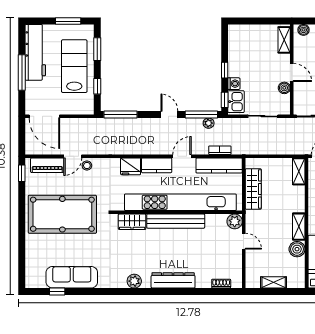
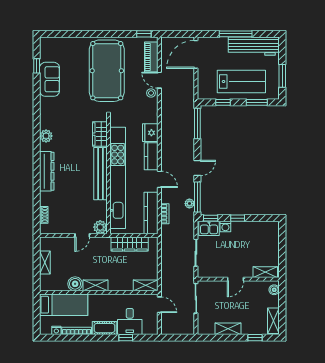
boiler: (284, 88) -> (222, 272), removed
sofa: (72, 277) -> (50, 79), width x0.73

